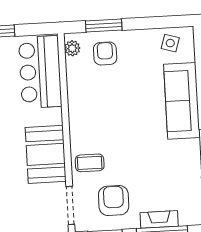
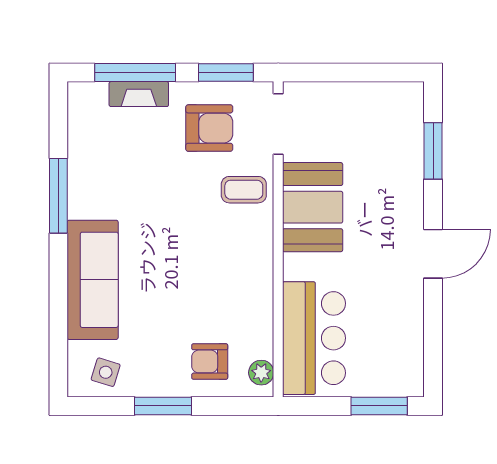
window: (104, 25) -> (163, 406), moved
armchair: (105, 53) -> (210, 361), turned 90
armchair: (114, 201) -> (209, 128), turned -90

